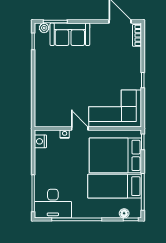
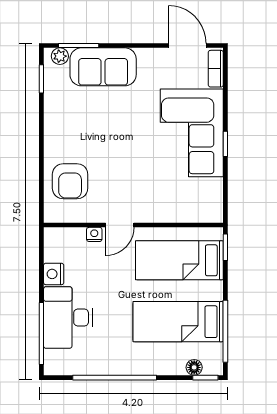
armchair: (50, 102) -> (70, 181), added
corner sofa: (115, 108) -> (192, 133), moved, turned -90
door: (80, 129) -> (120, 225), swing flipped
nightstand: (40, 141) -> (54, 274), moved
bed: (115, 155) -> (179, 260), width x0.67
desk: (53, 204) -> (68, 318), moved, turned 90

